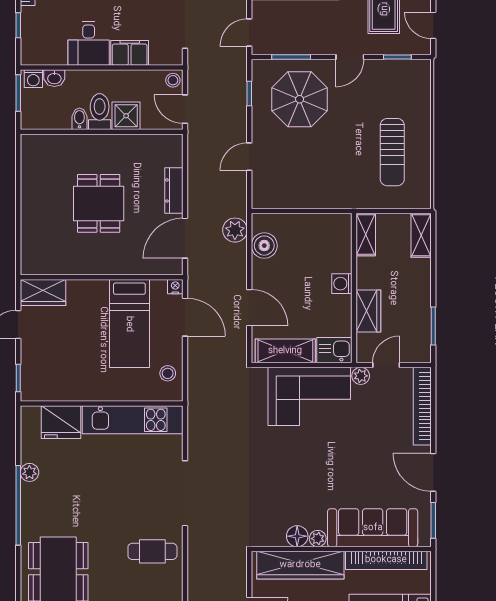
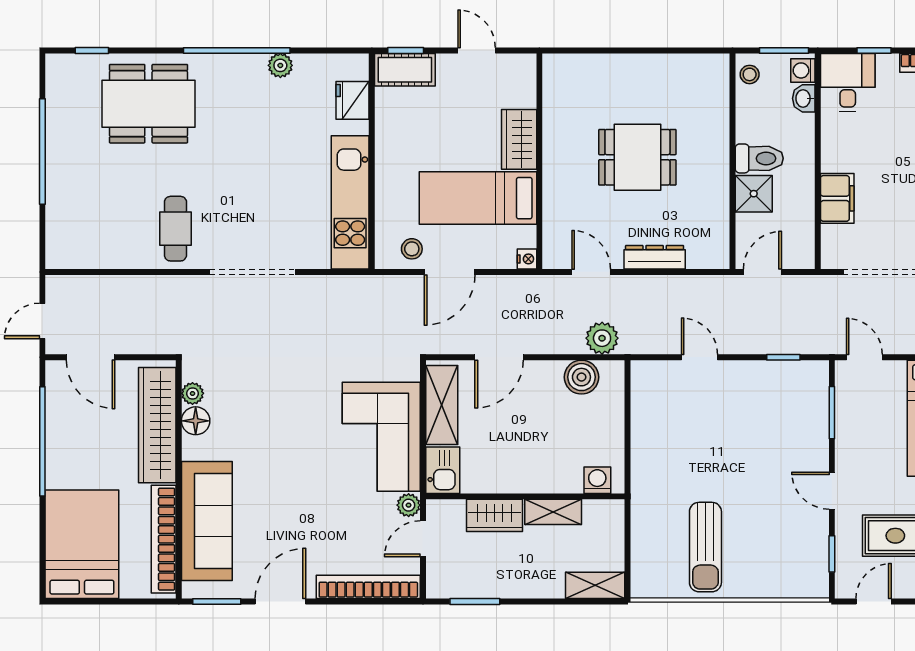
desk: (89, 43) -> (848, 83), moved, turned 90
stool: (173, 80) -> (750, 74), moved
parasol: (300, 99) -> (776, 424), removed
bidet: (79, 119) -> (750, 132), removed
sun lounger: (392, 152) -> (705, 547), turned -90
shelving: (366, 234) -> (553, 512), moved
door: (185, 238) -> (591, 272), width x0.73
washing machine: (342, 284) -> (597, 480), moved
wardrobe: (43, 292) -> (519, 139), moved
door: (185, 317) -> (450, 272), moved
door: (386, 365) -> (423, 539), swing flipped
cot: (33, 379) -> (405, 70), added
fridge: (61, 422) -> (353, 100), width x0.73, depth x0.75
plant: (318, 539) -> (193, 393), moved

